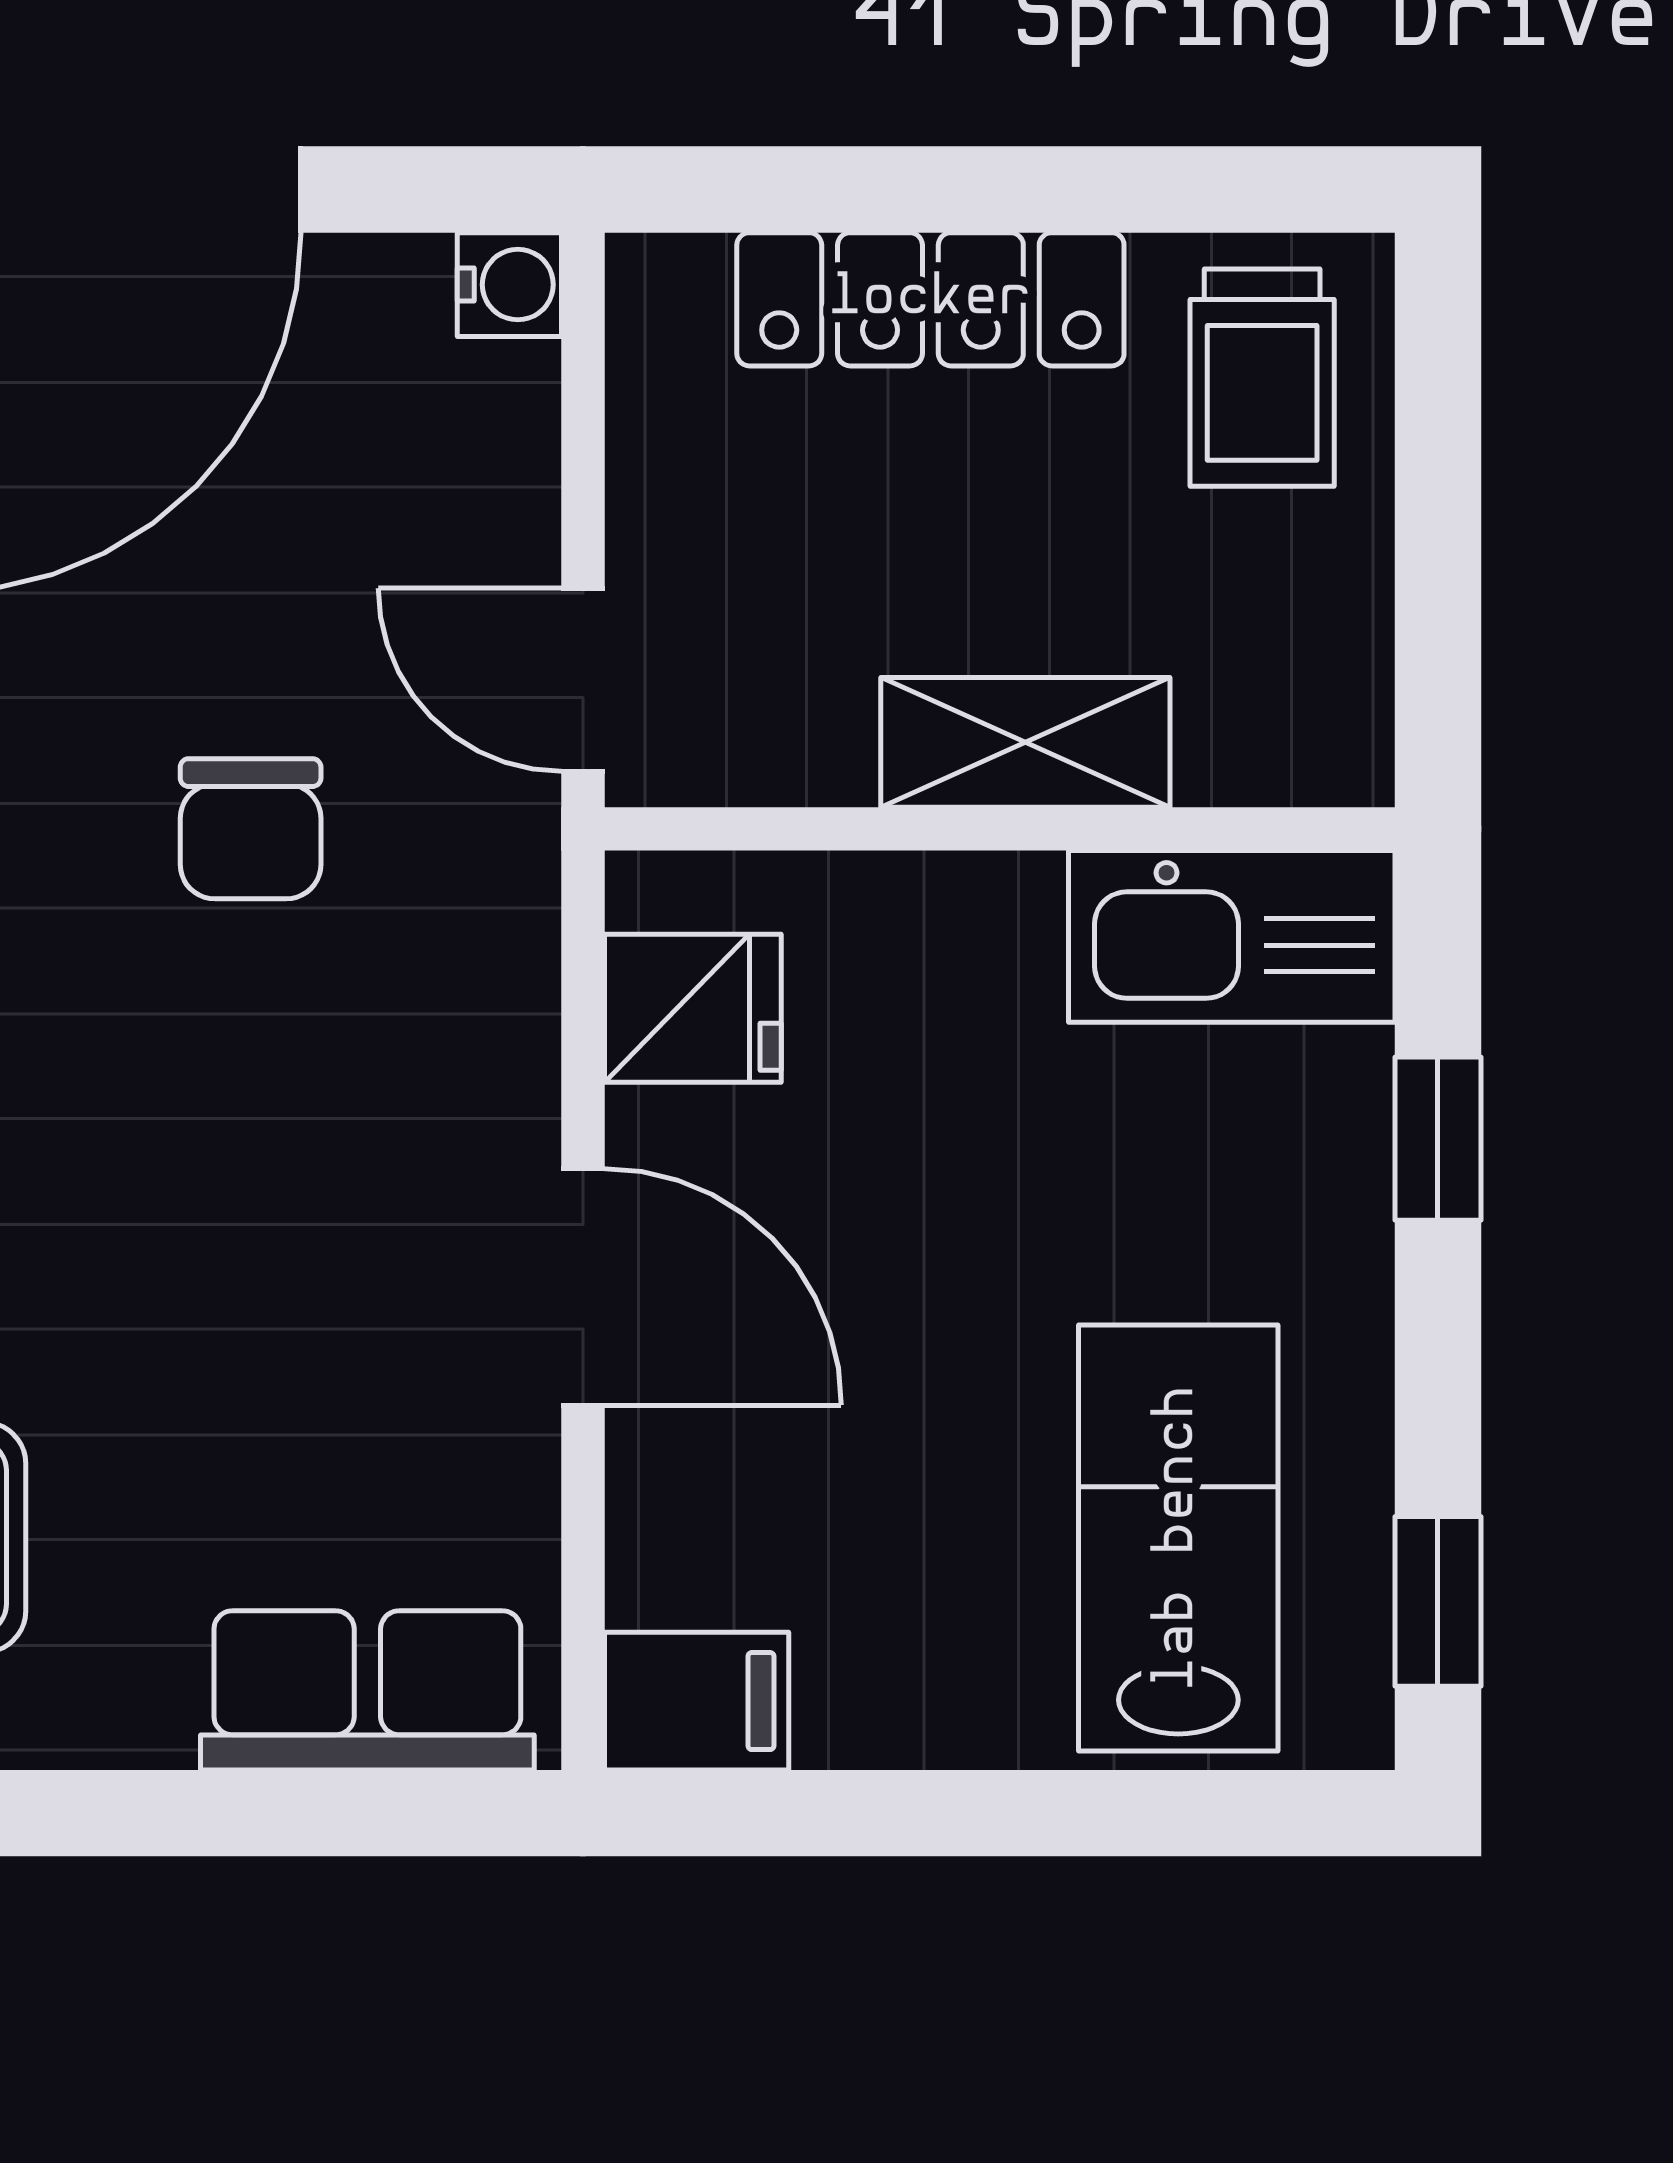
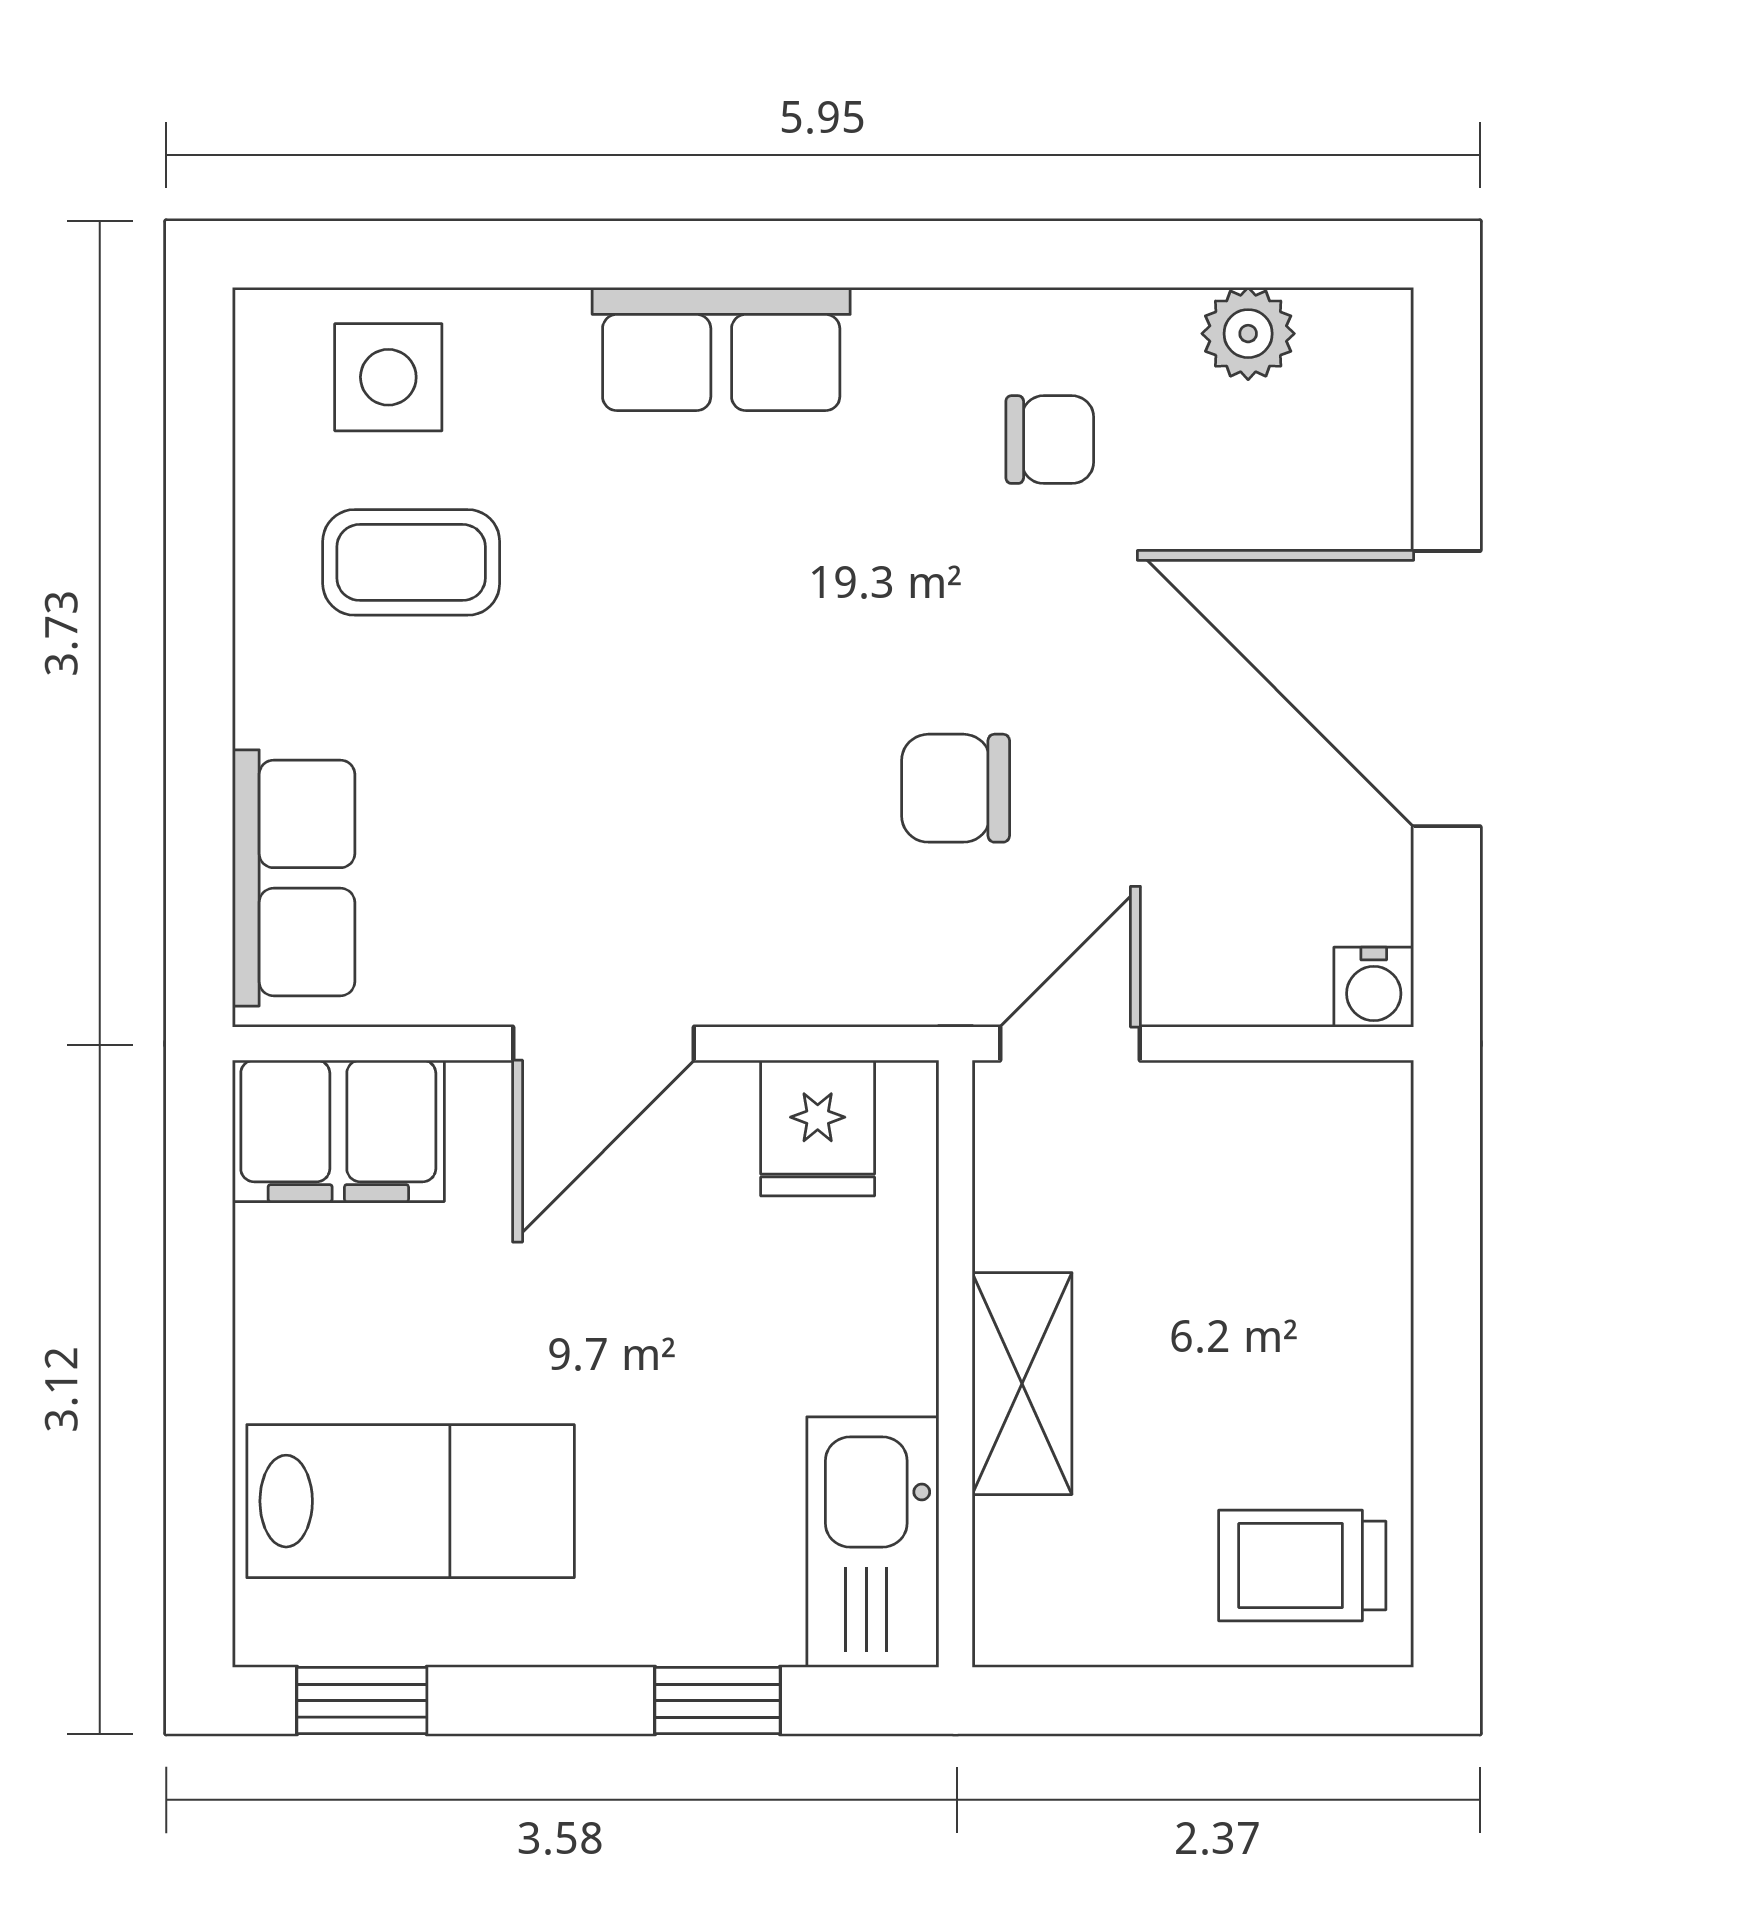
locker: (930, 299) -> (1362, 1311), removed
filing cabinet: (697, 1701) -> (338, 1131), width x2.00

